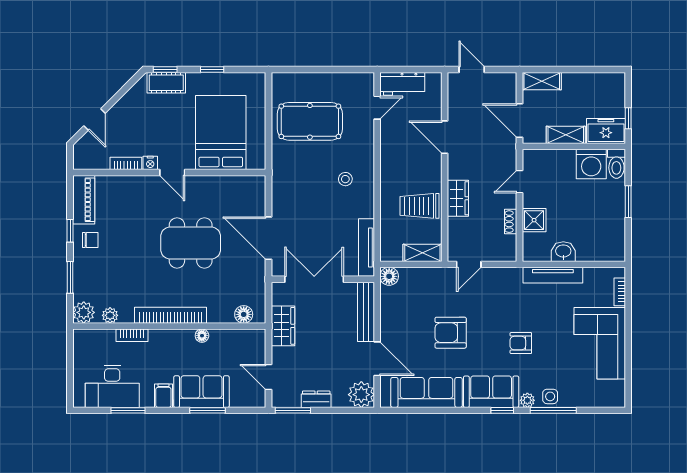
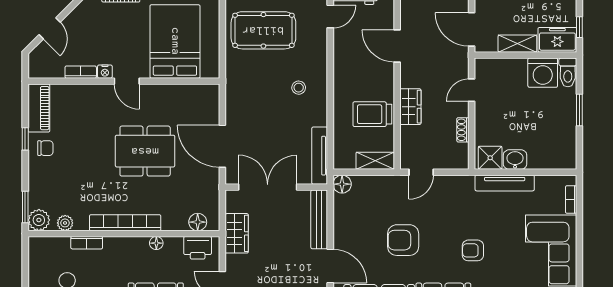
shower: (534, 220) -> (490, 158), moved
window: (70, 277) -> (25, 207), moved
printer: (244, 340) -> (198, 248), added

